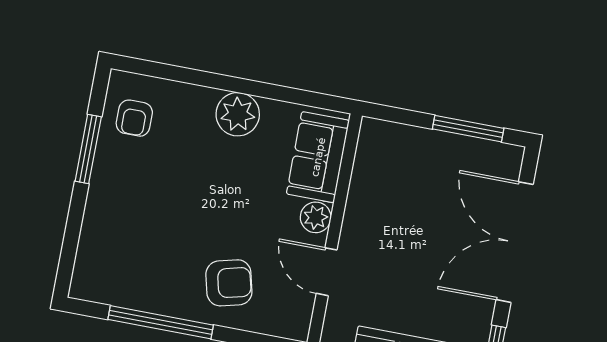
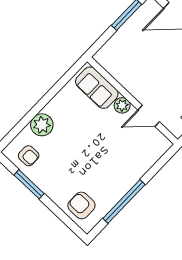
plant: (238, 114) -> (42, 125), moved
armchair: (229, 283) -> (81, 205), moved, turned -76

